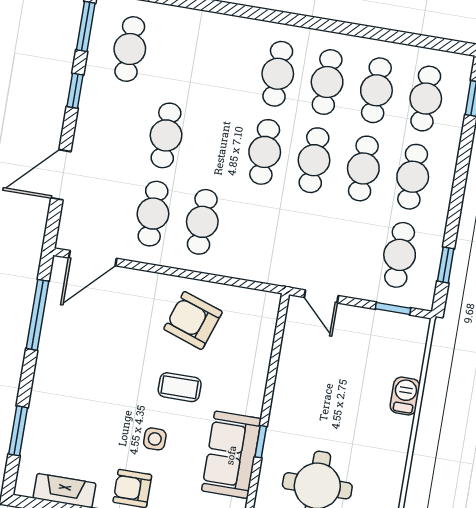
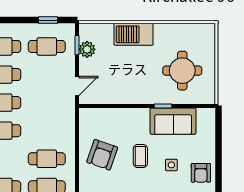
plant: (383, 325) -> (87, 49), added
barbecue: (405, 396) -> (134, 34), width x1.88, depth x1.53

